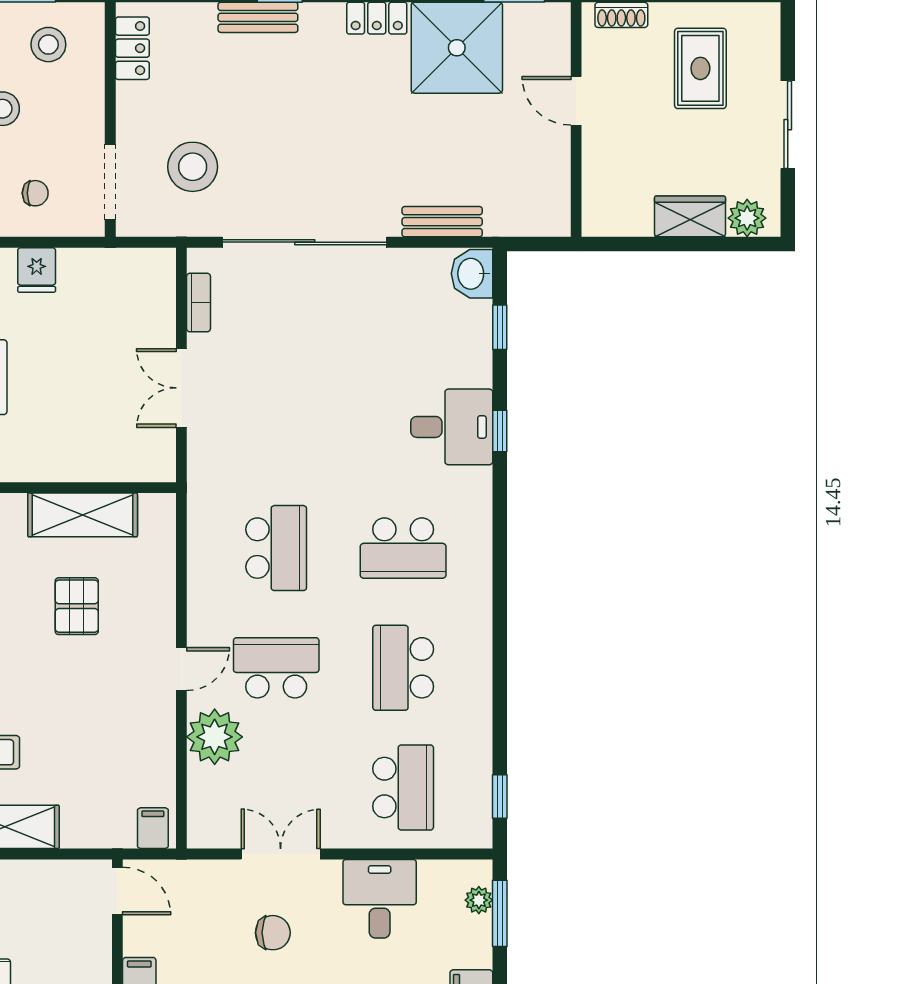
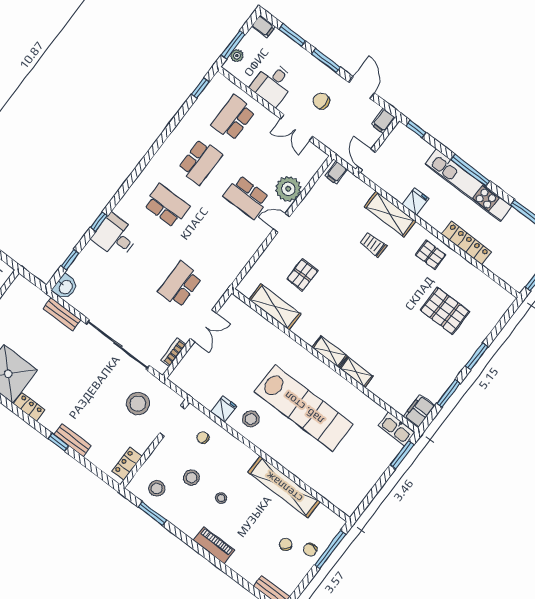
school desk: (276, 548) -> (180, 285), moved

